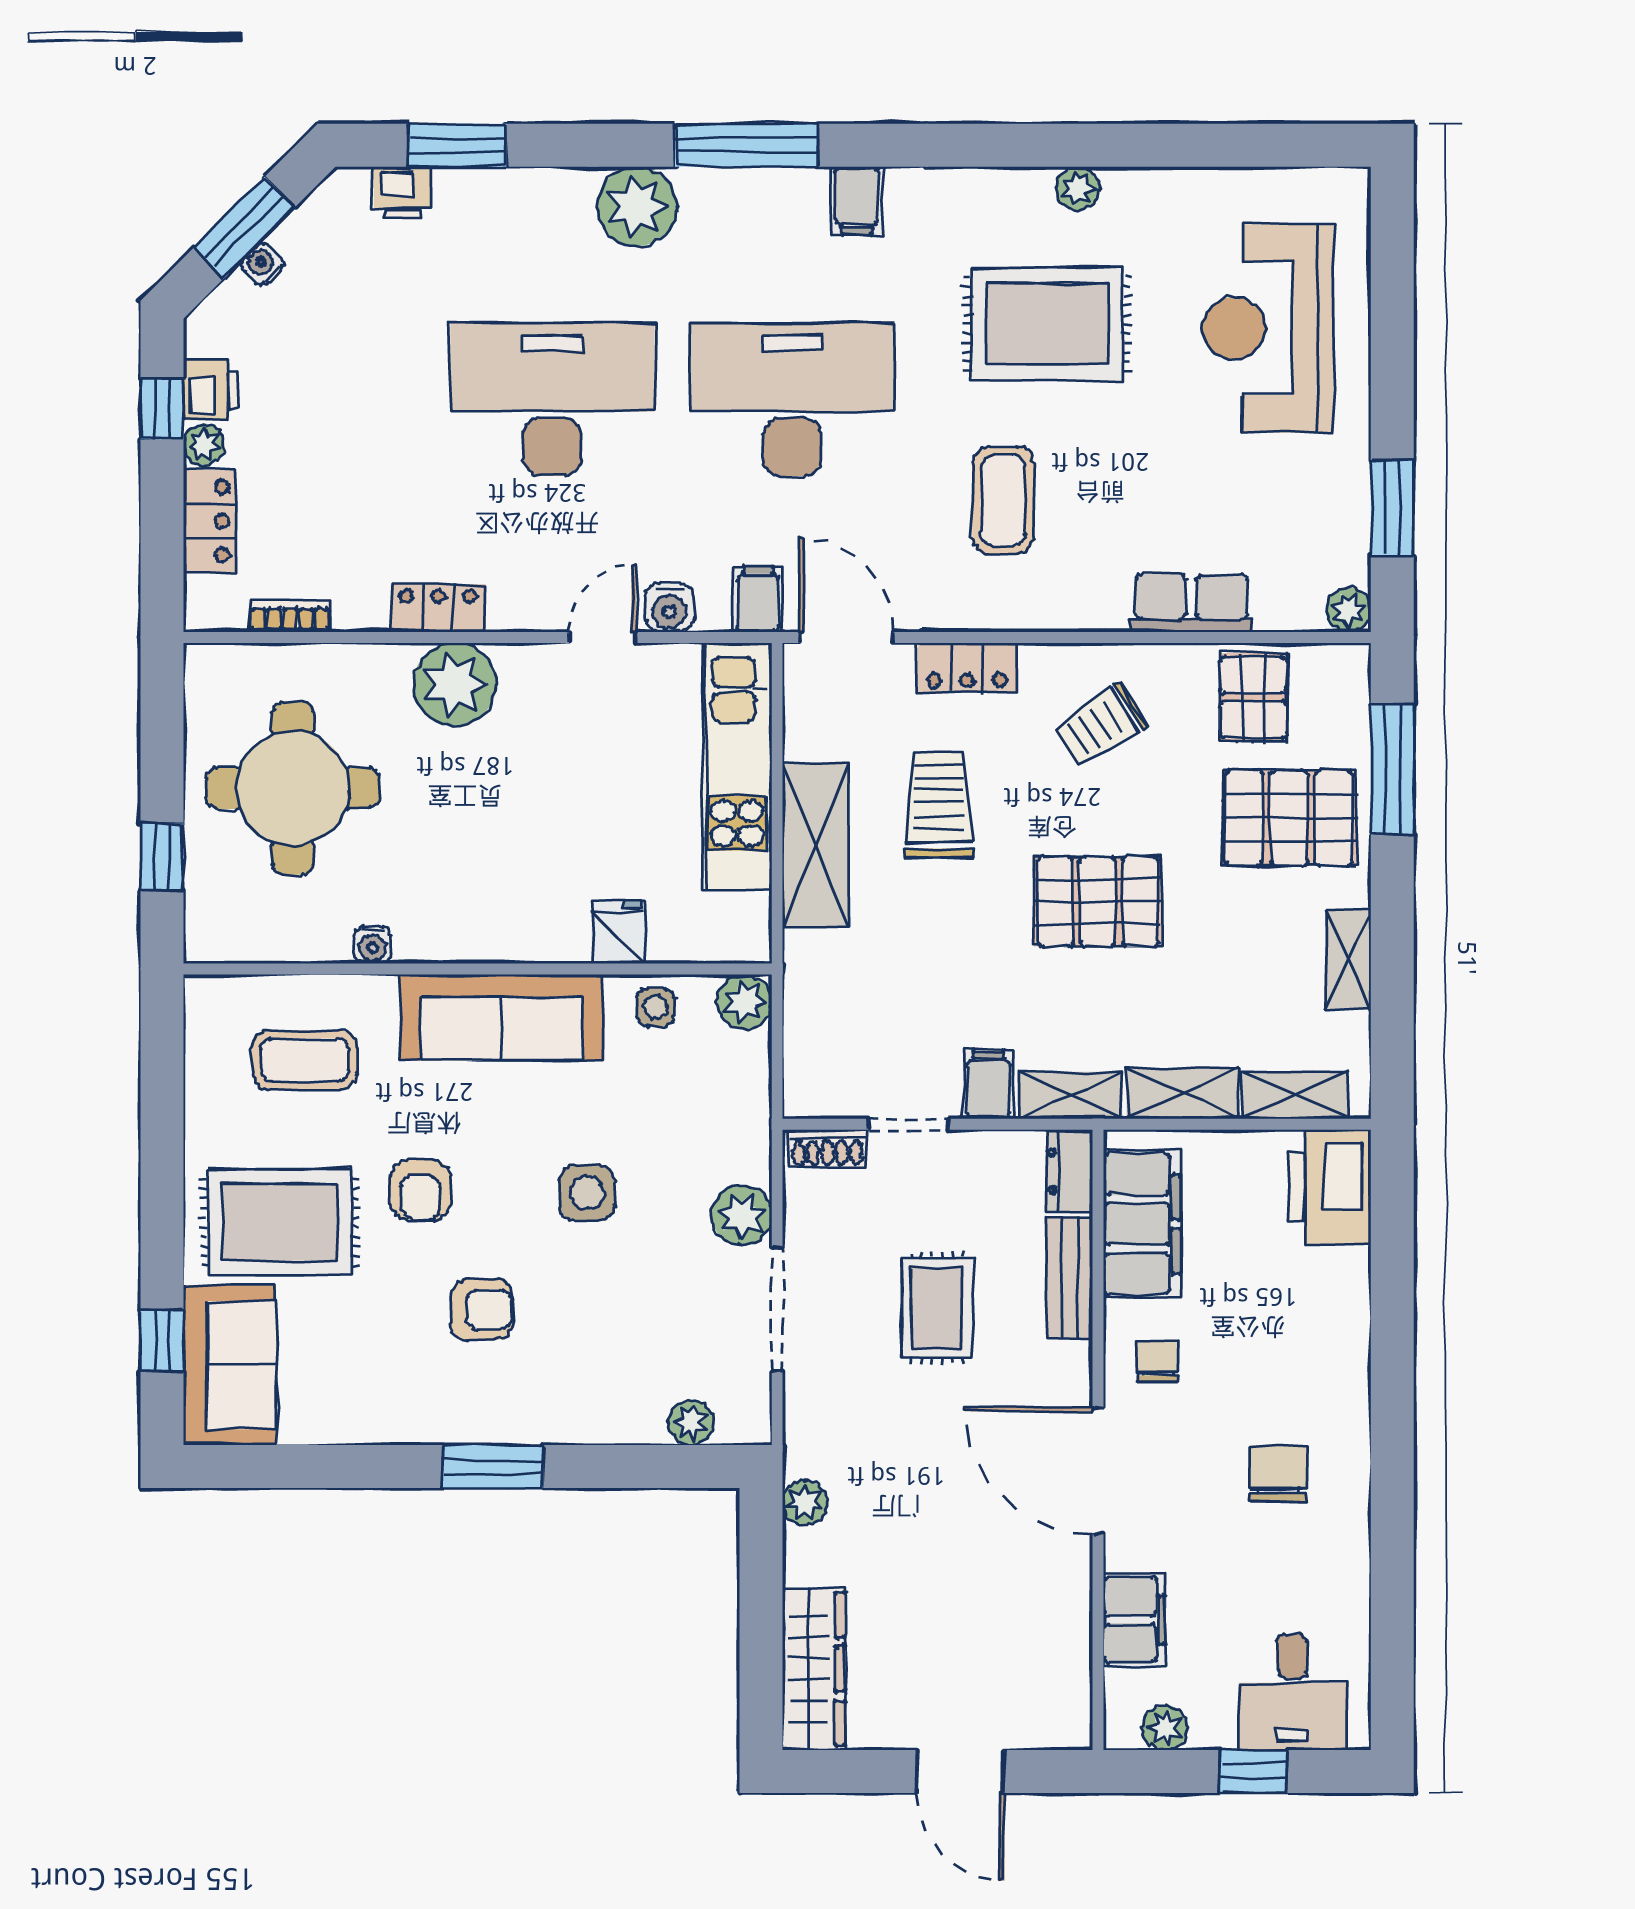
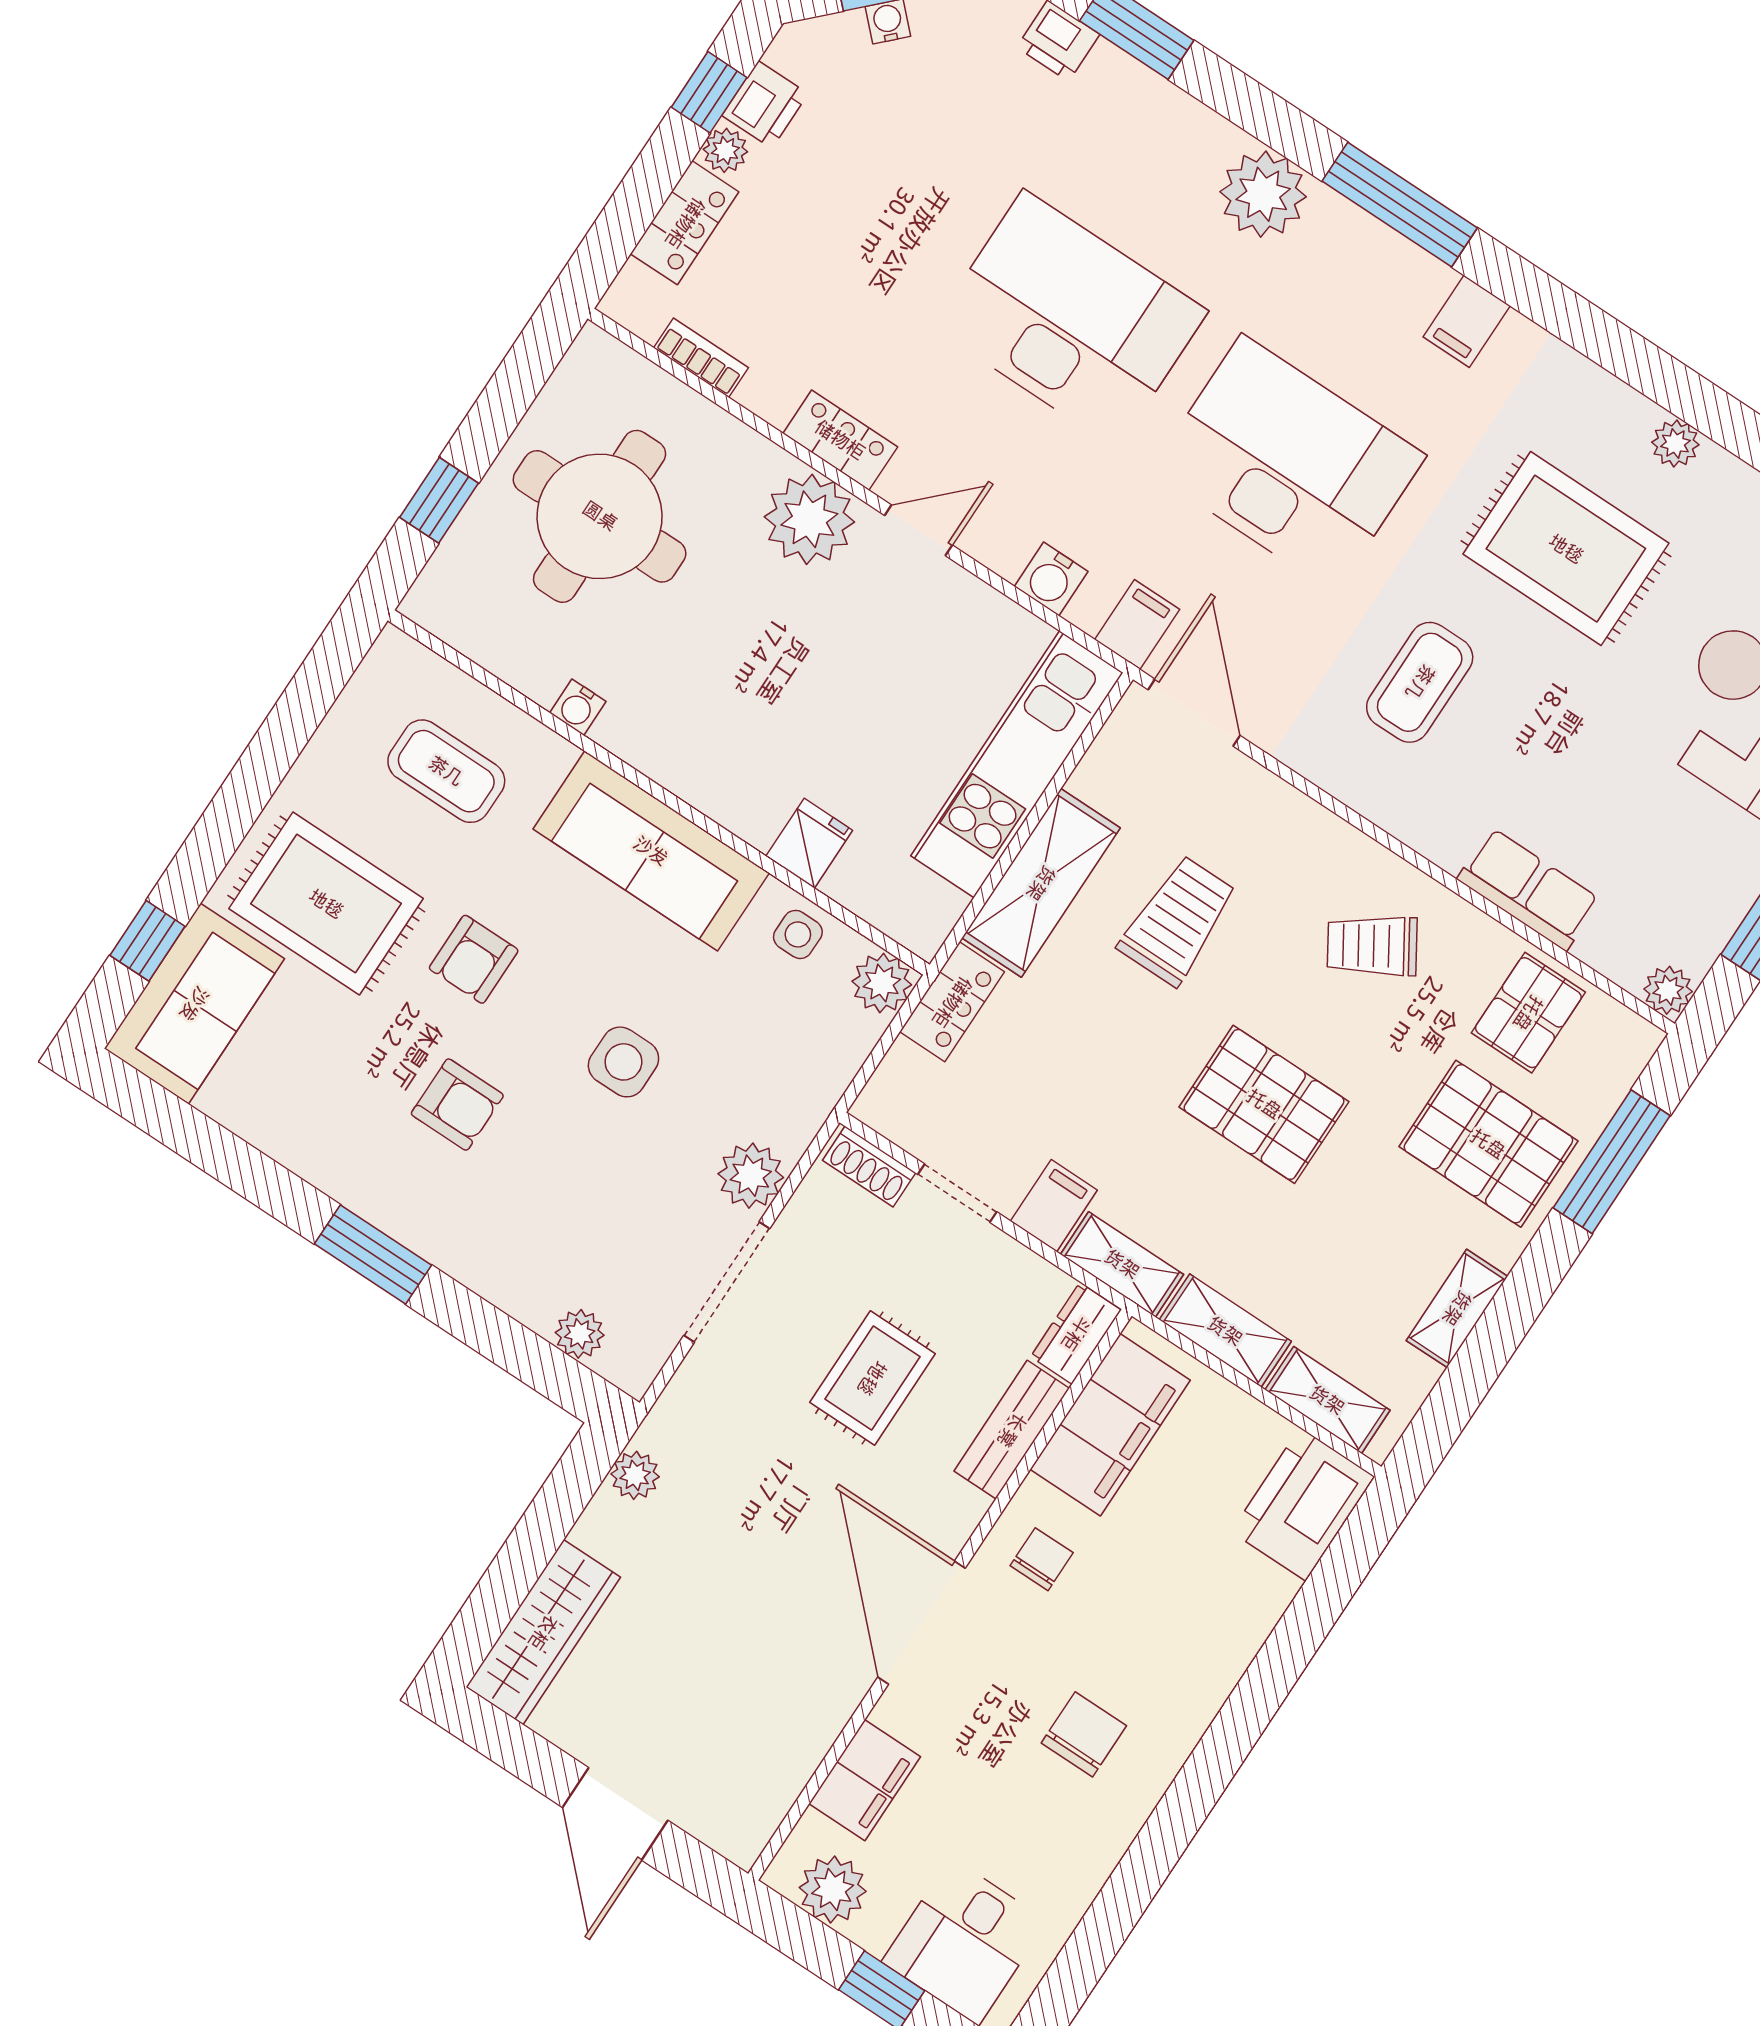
door: (602, 637) -> (918, 530), moved
locker: (967, 668) -> (952, 1002), moved, turned -90
plant: (1165, 1728) -> (833, 1889), width x1.38, depth x1.38

